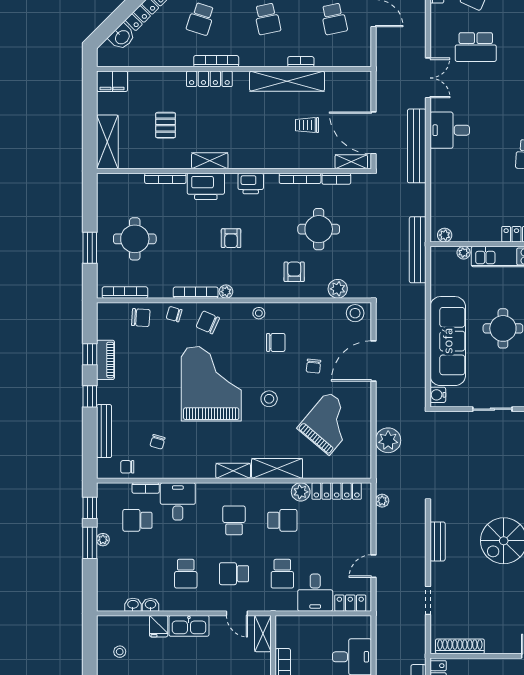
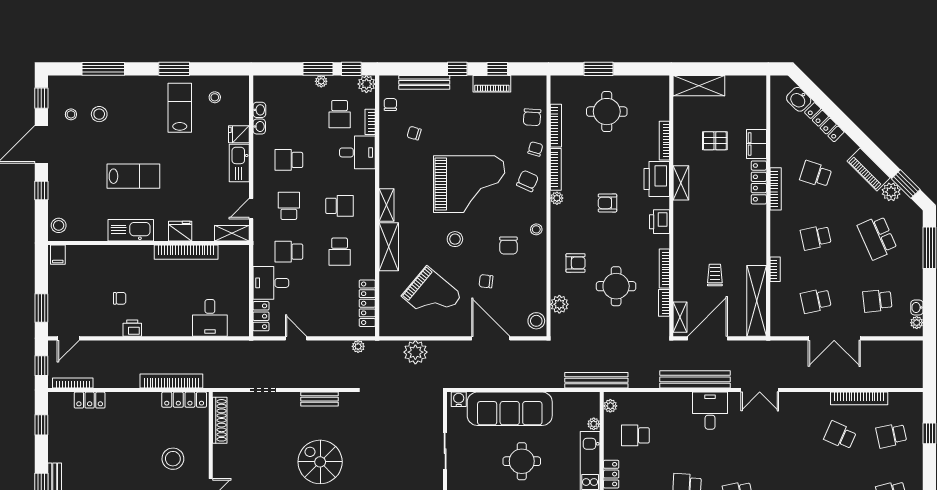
school desk: (476, 47) -> (635, 435), moved, width x0.54
filing cabinet: (112, 81) -> (756, 144), moved
shelving: (287, 81) -> (757, 301), moved
bookcase: (125, 292) -> (556, 126), moved
plant: (301, 492) -> (366, 84), moved
school desk: (137, 520) -> (340, 114), turned 180

